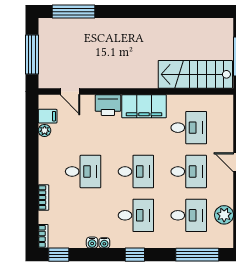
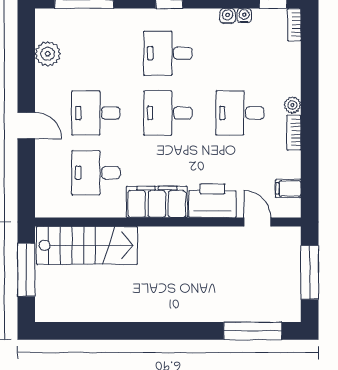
printer: (108, 105) -> (212, 201), width x1.37, depth x1.19
plant: (45, 130) -> (292, 105), moved
bookcase: (43, 198) -> (294, 133), moved
desk: (189, 215) -> (96, 53), removed
water cooler: (104, 243) -> (244, 16), moved

